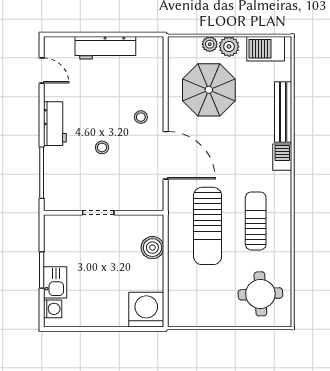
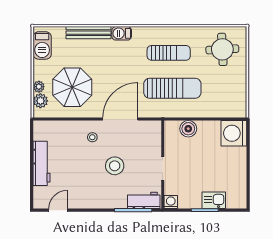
plant: (229, 47) -> (40, 101), moved
workbench: (55, 124) -> (144, 200), moved
stool: (102, 147) -> (115, 166), width x1.89, depth x1.89
sun lounger: (256, 221) -> (169, 53), turned 180
washing machine: (53, 309) -> (171, 202), moved

